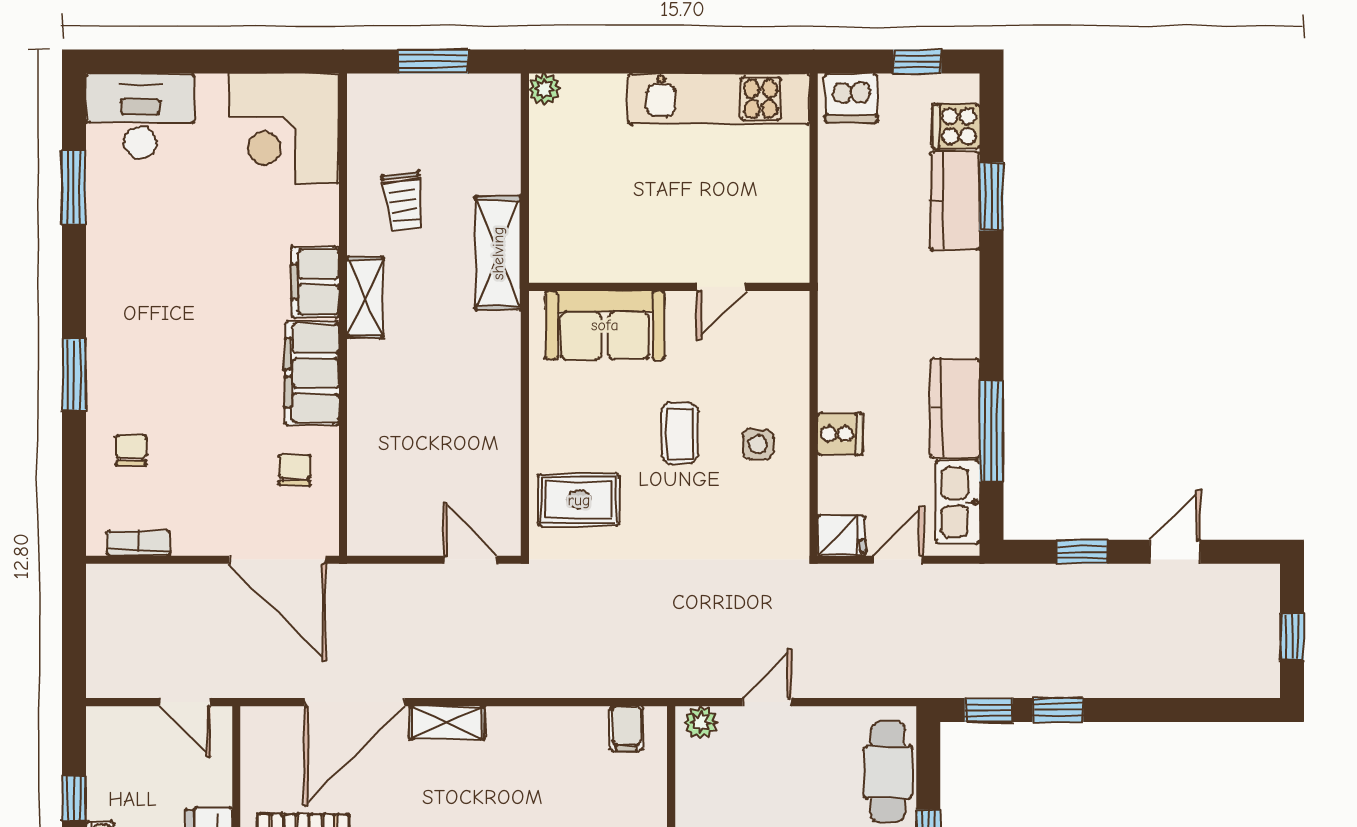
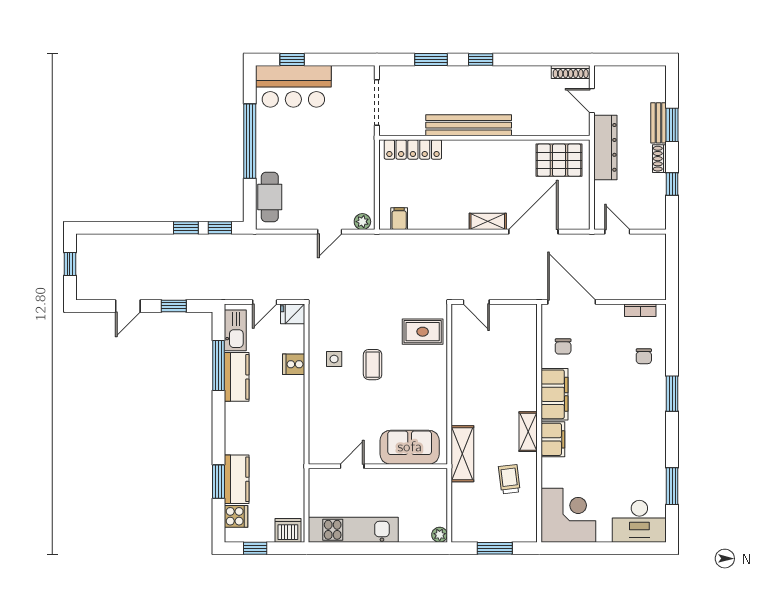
wall: (669, 287) -> (378, 466), moved
door: (721, 287) -> (352, 466), moved
sofa: (605, 325) -> (410, 447), moved

